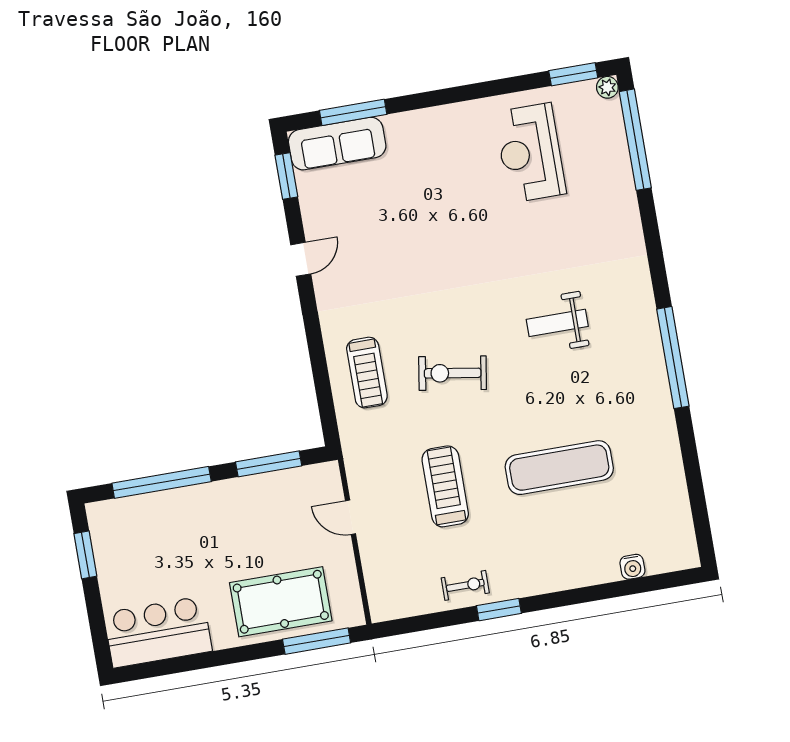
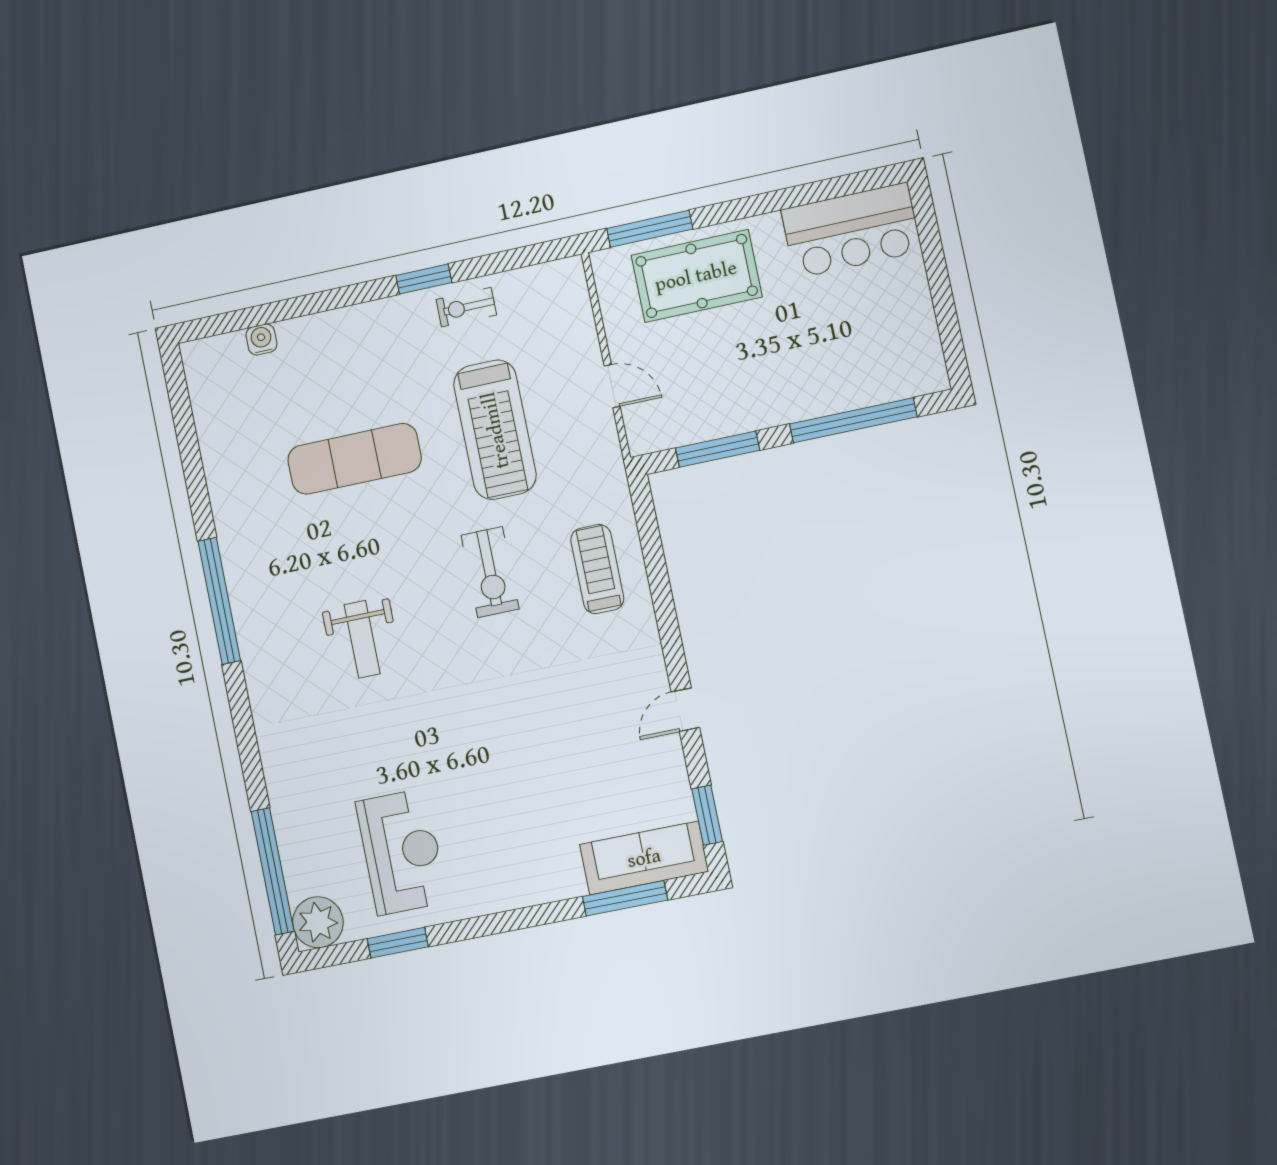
window: (573, 74) -> (398, 943), moved
plant: (607, 87) -> (318, 922), width x1.87, depth x1.87
weight bench: (557, 323) -> (362, 639), turned 90
exercise bike: (453, 373) -> (490, 572), turned 81
treadmill: (445, 486) -> (495, 430), width x1.37, depth x1.38
window: (85, 555) -> (948, 324), removed

